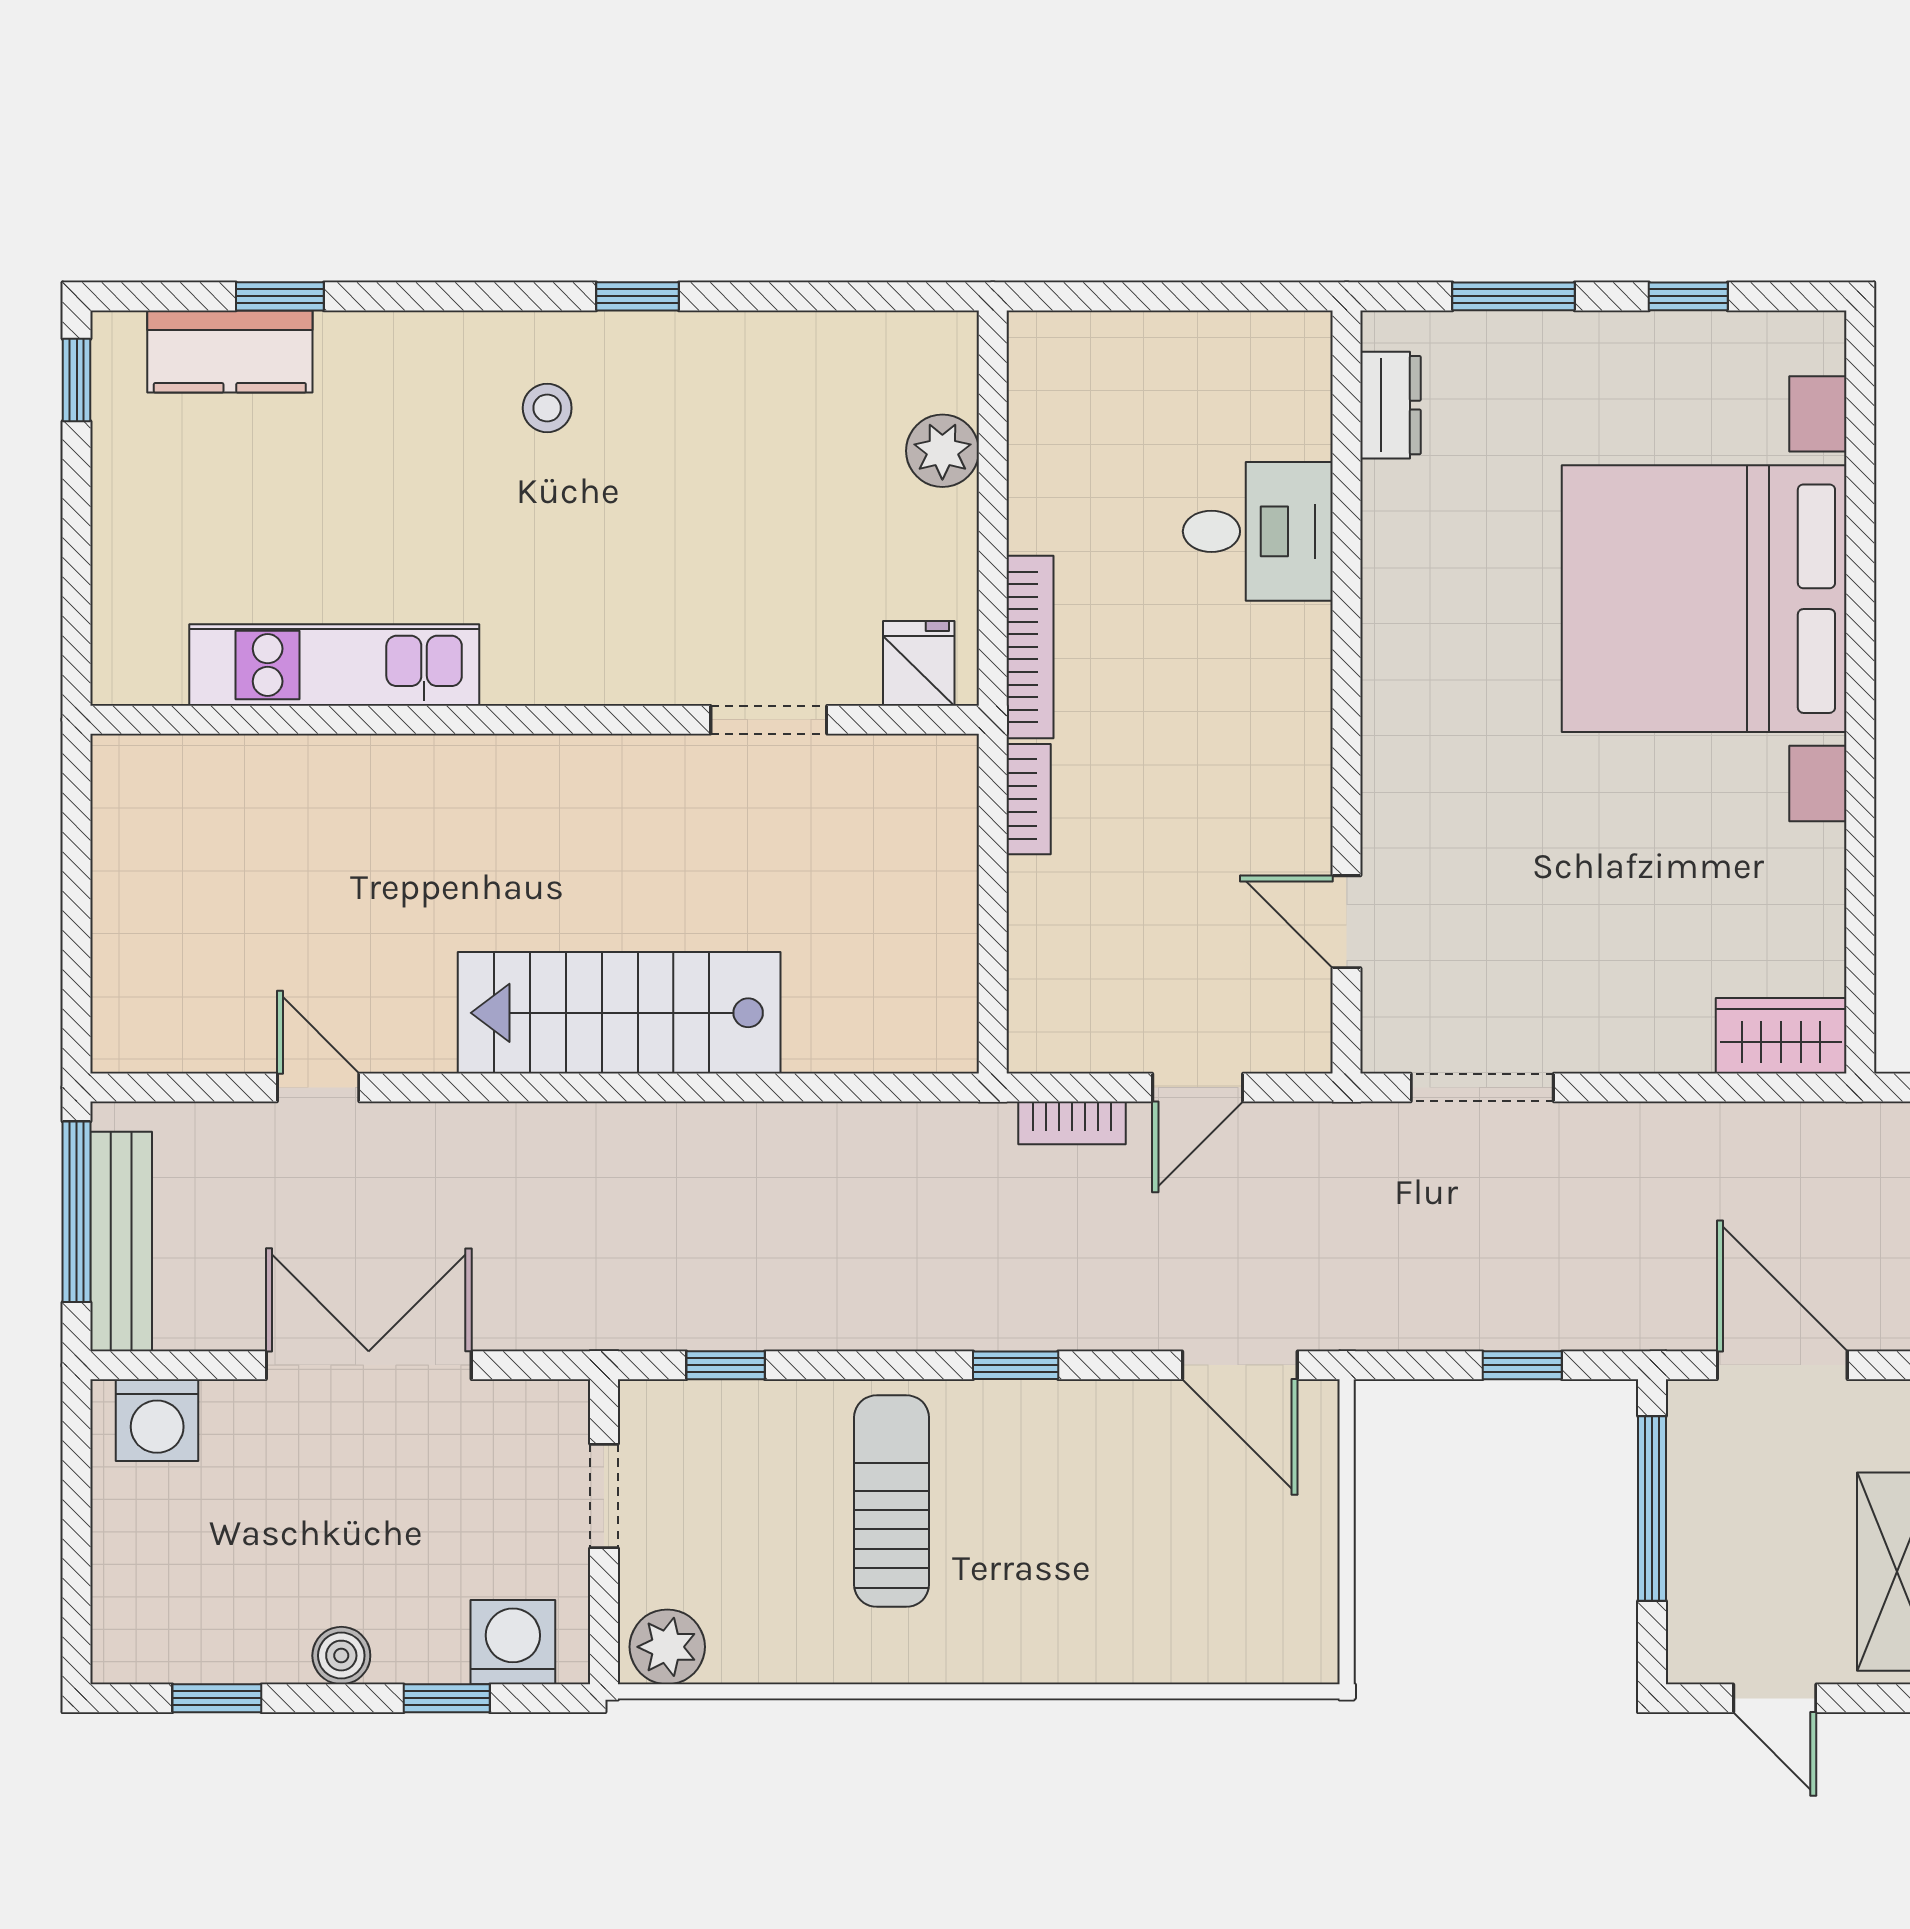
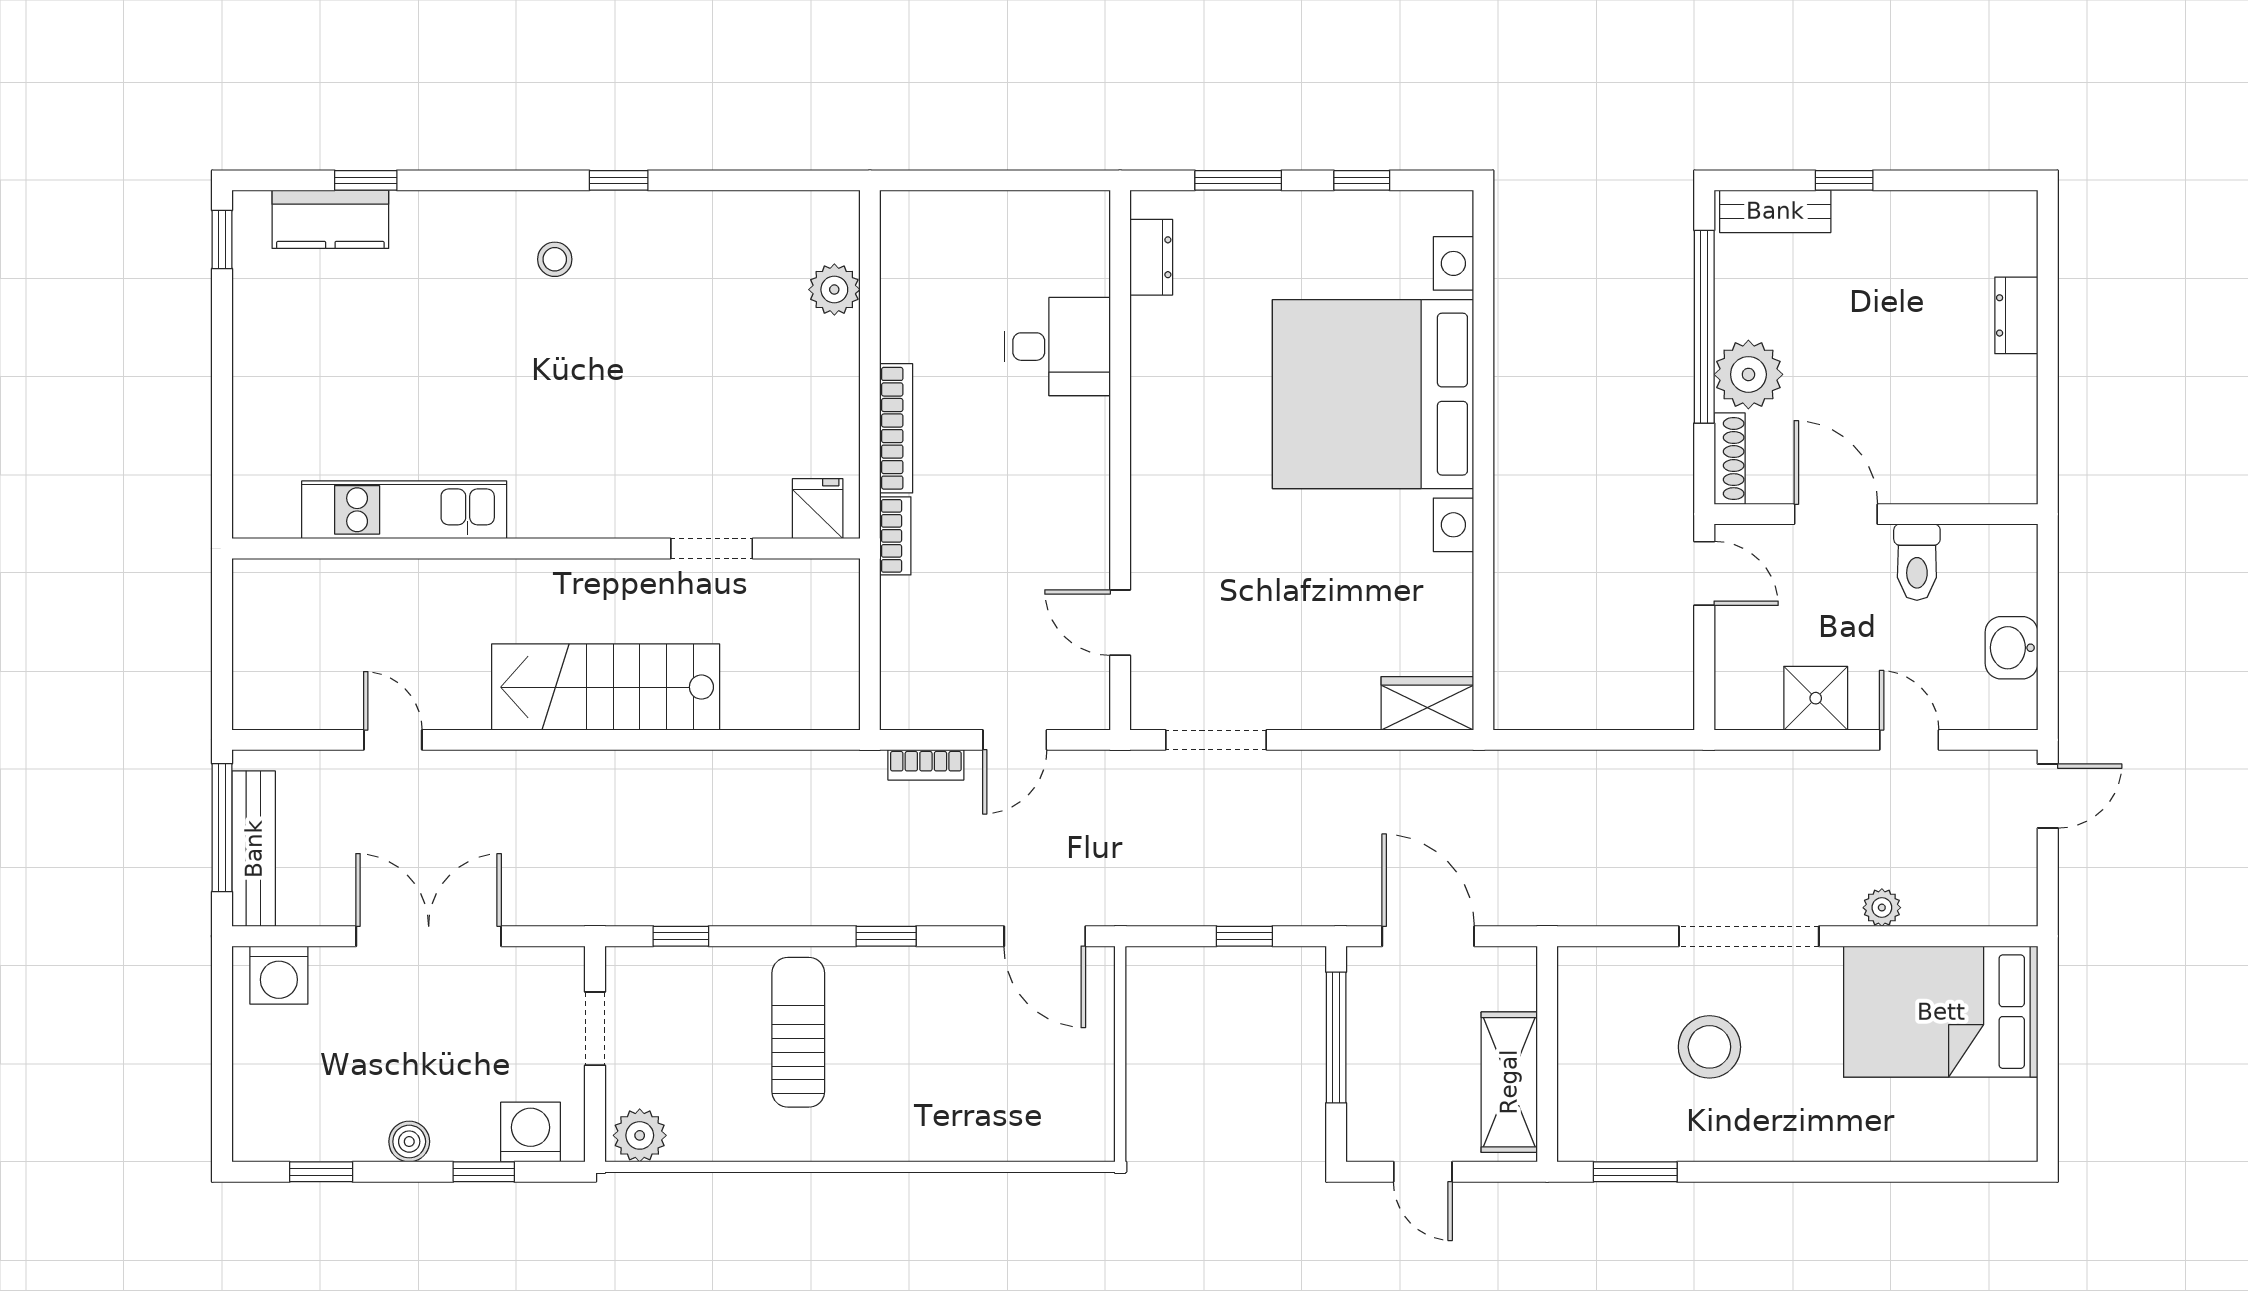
fridge: (919, 663) -> (818, 509), moved
kitchen unit: (334, 665) -> (404, 510), moved
wall: (535, 720) -> (546, 548), moved
doorway: (769, 720) -> (712, 548), moved

